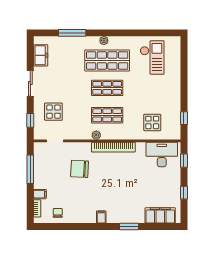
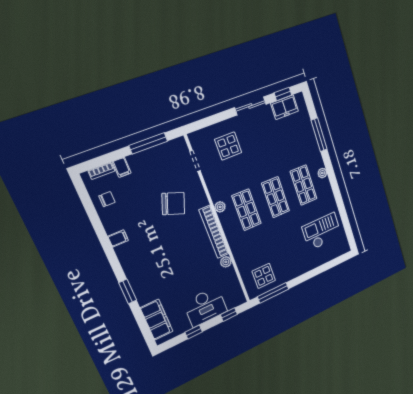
checkout: (152, 57) -> (322, 231), turned 180
shop shelf: (107, 60) -> (304, 185), width x0.70, depth x0.74
window: (184, 118) -> (273, 293), width x2.17
window: (30, 120) -> (283, 94), moved
display table: (152, 122) -> (264, 276), moved
plant: (141, 147) -> (226, 262), added
desk: (162, 155) -> (205, 307), moved, turned 90
chair: (80, 169) -> (173, 204), turned 107
filing cabinet: (101, 217) -> (118, 238), moved

